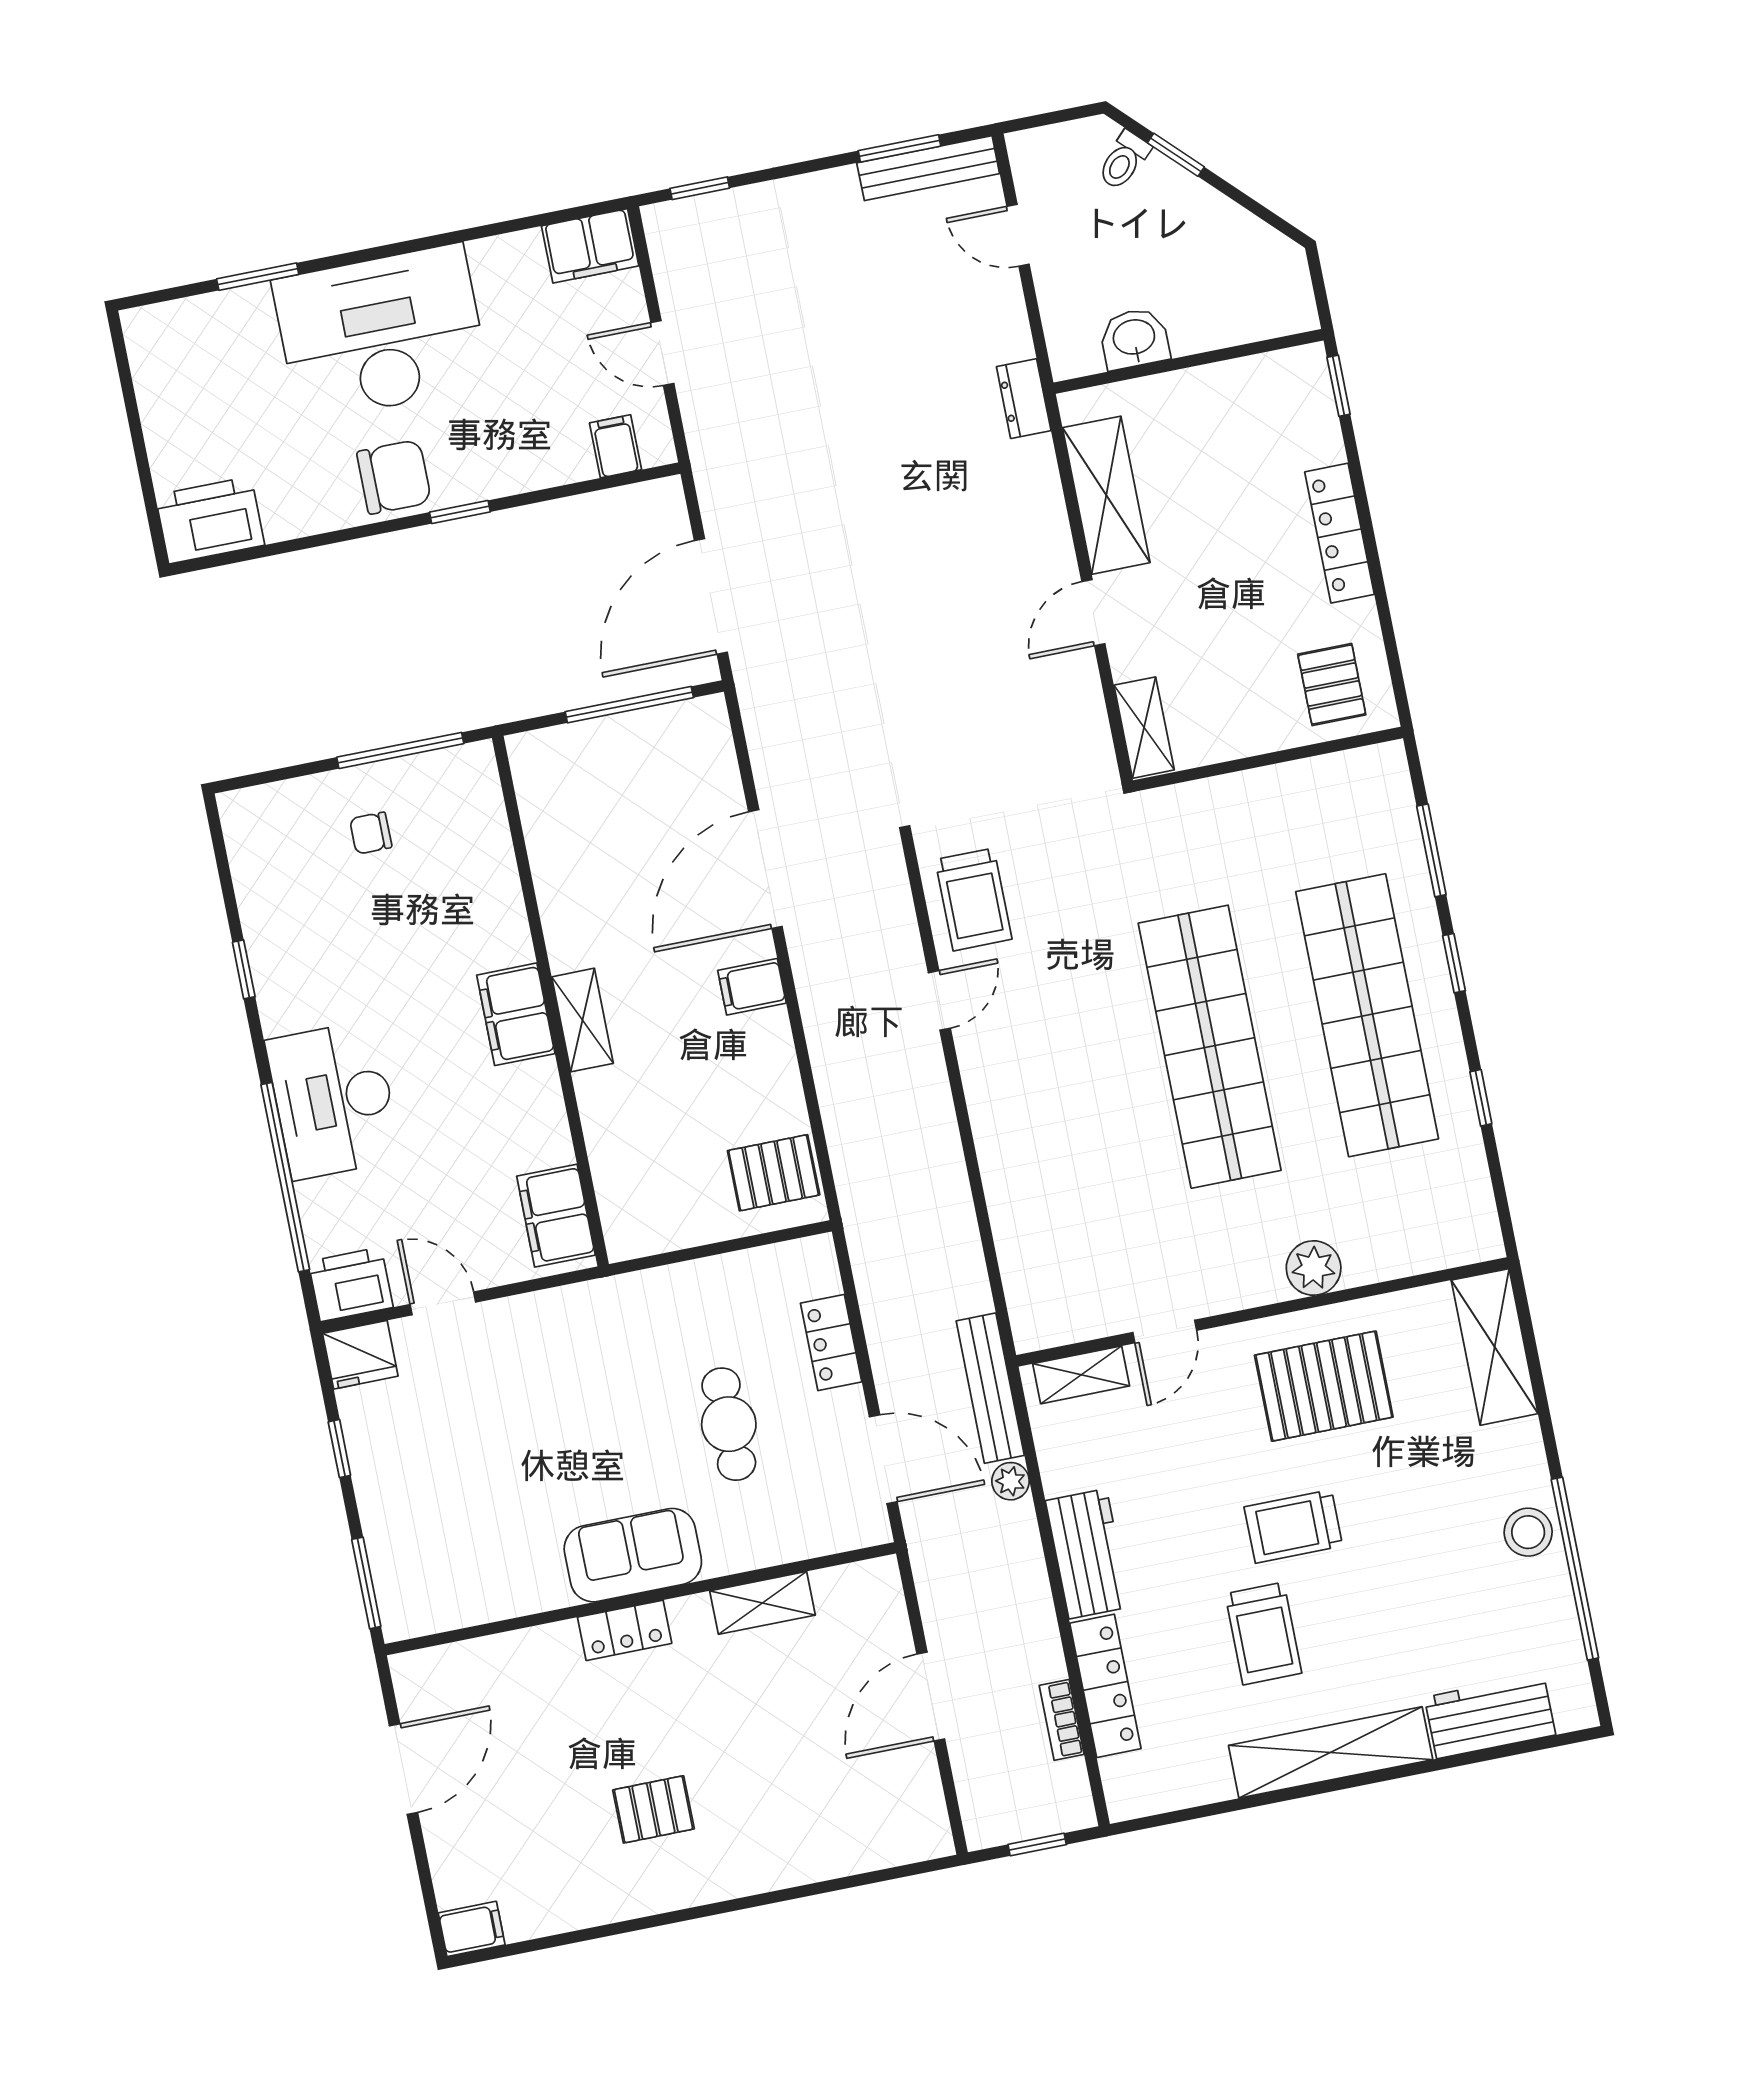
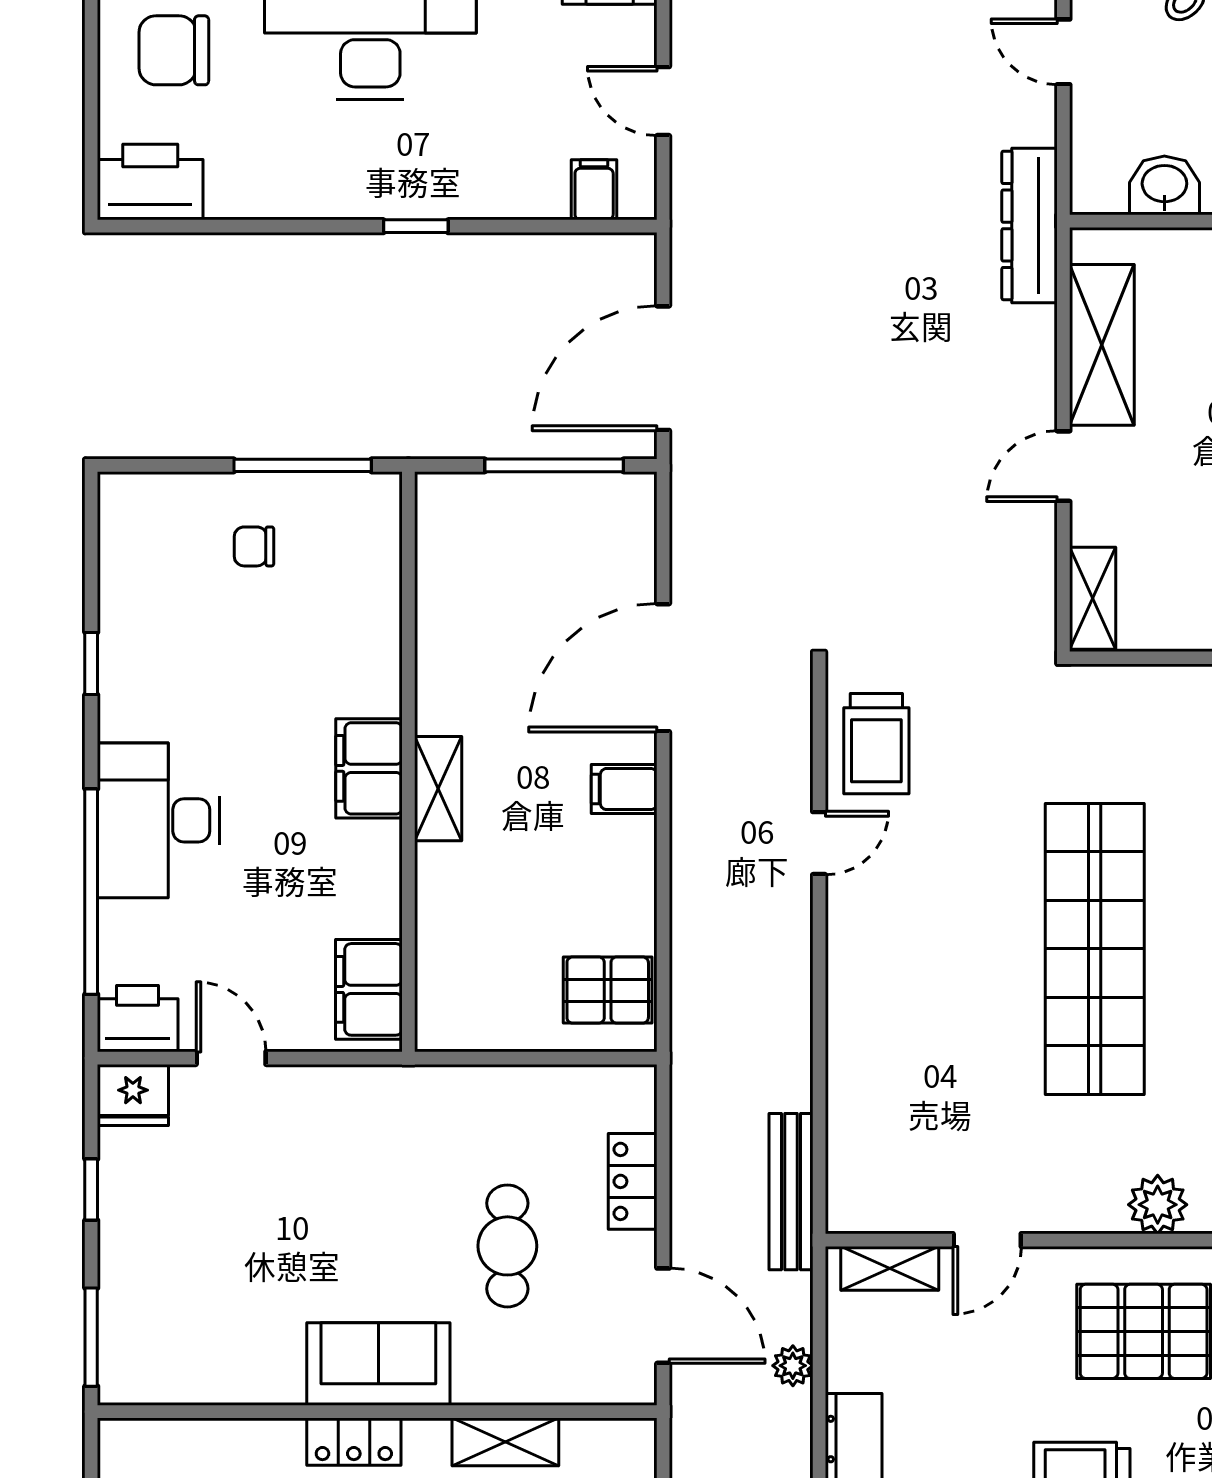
dresser: (1024, 399) -> (1030, 225), width x1.96, depth x1.24
chair: (394, 477) -> (174, 50), moved, turned 180
bench: (990, 1388) -> (791, 1192), moved

